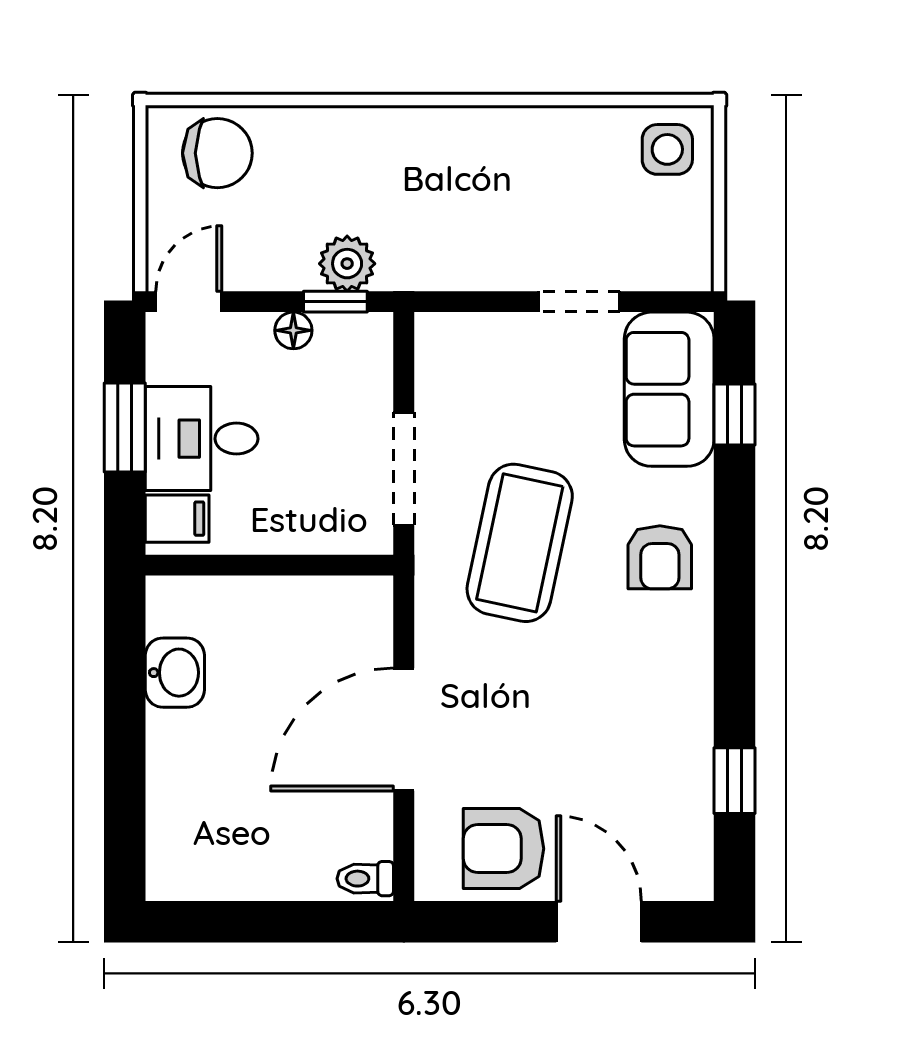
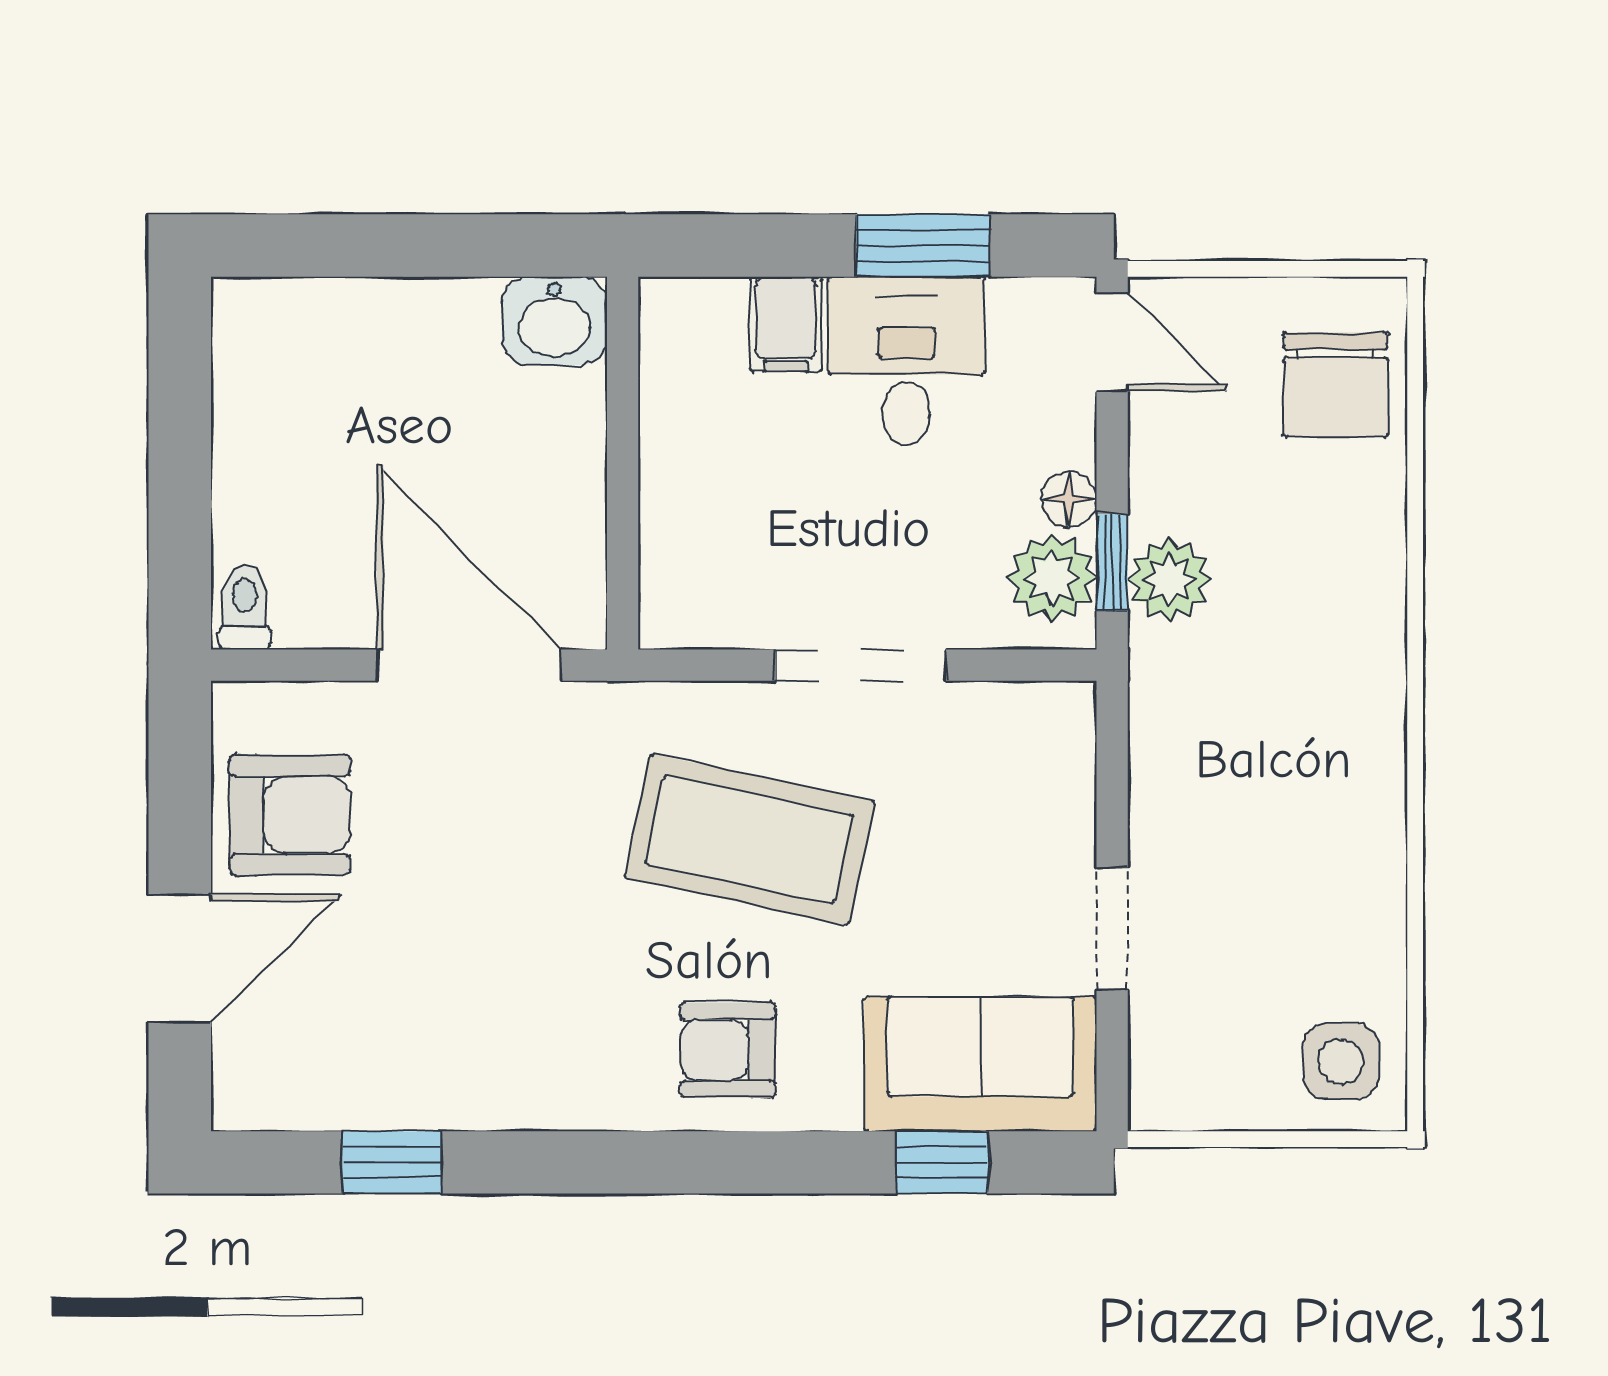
plant: (346, 342) -> (1052, 578), added
wall: (269, 565) -> (623, 463), moved
armchair: (504, 849) -> (290, 815), turned 90

